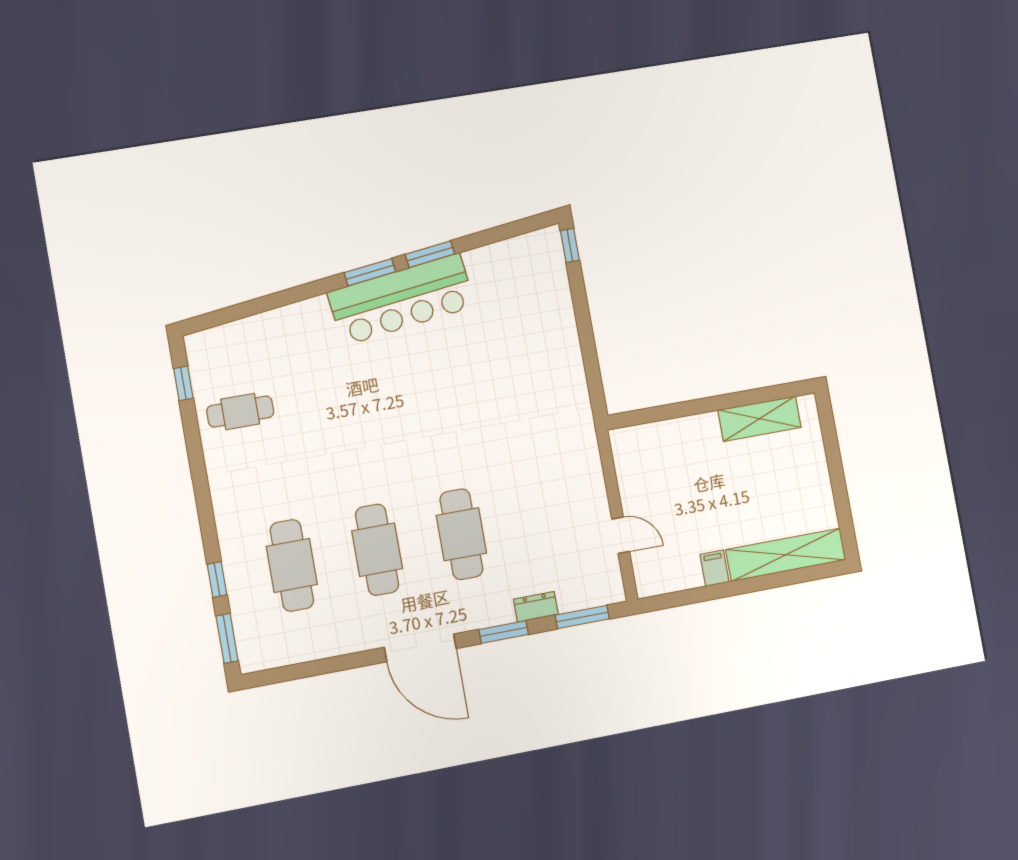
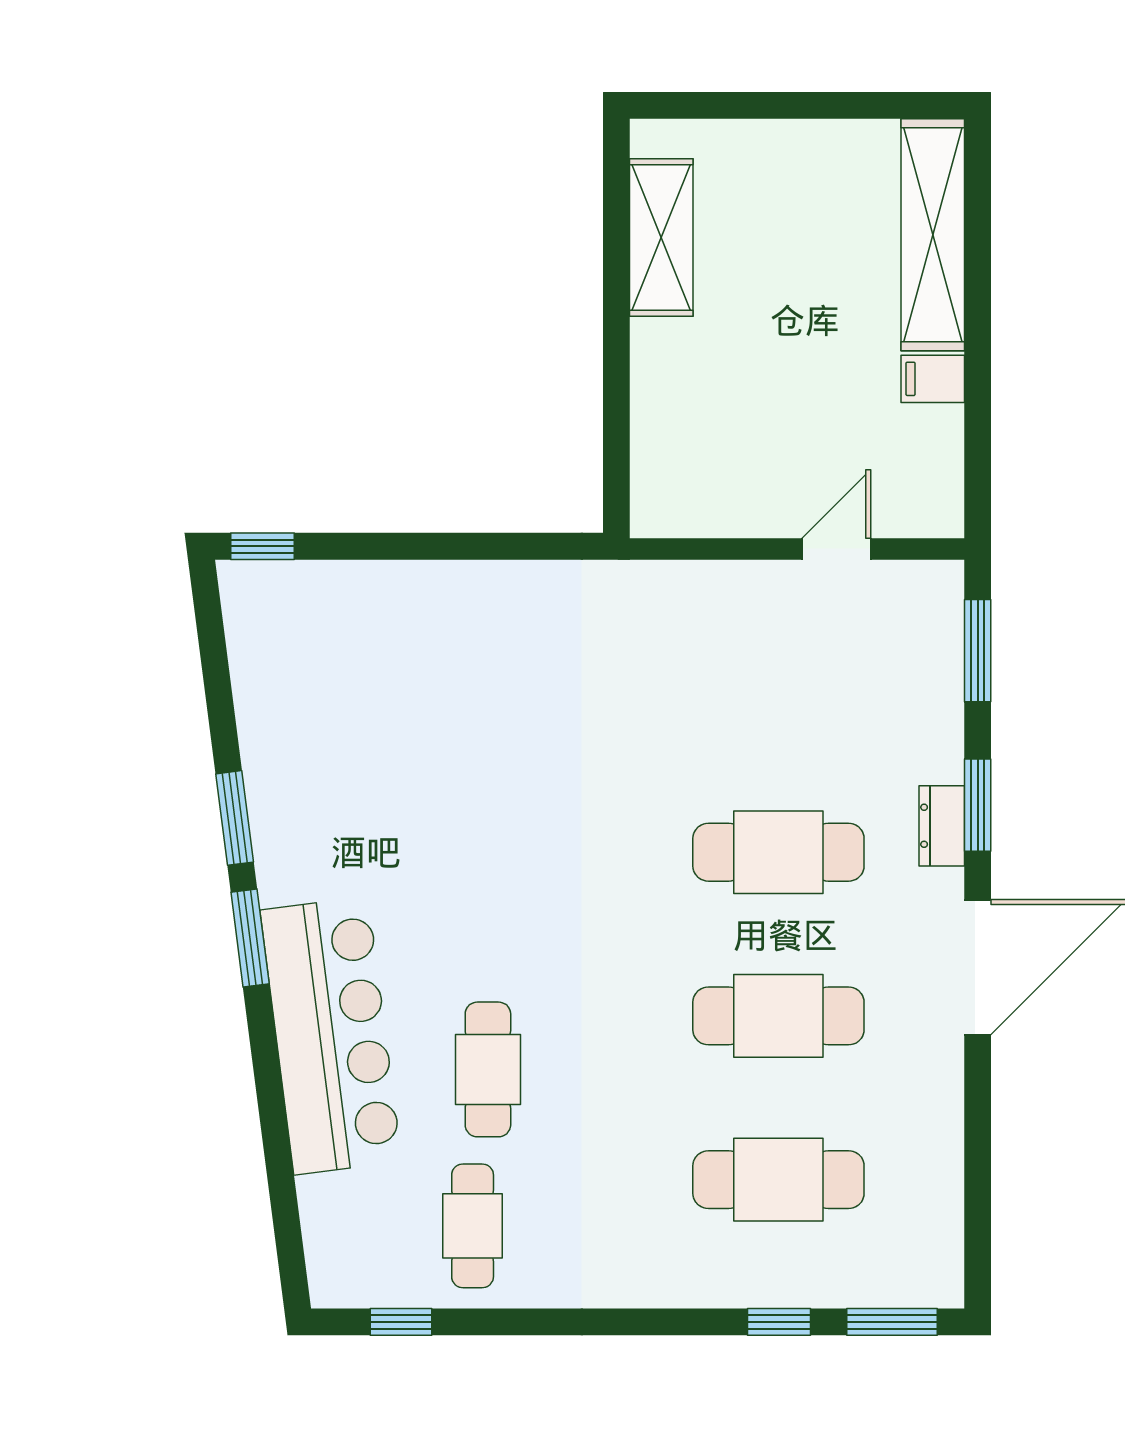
bar counter: (402, 299) -> (331, 1036), moved
cafe table: (323, 405) -> (488, 1069), added
dresser: (536, 607) -> (942, 826), moved

